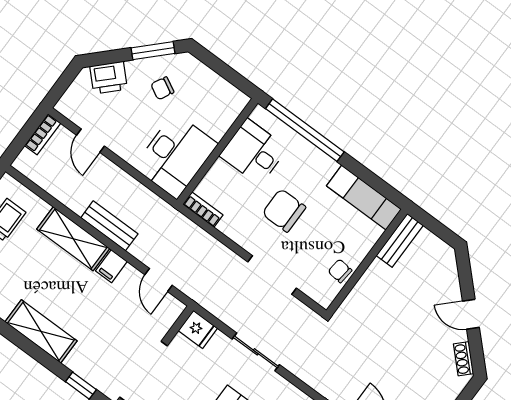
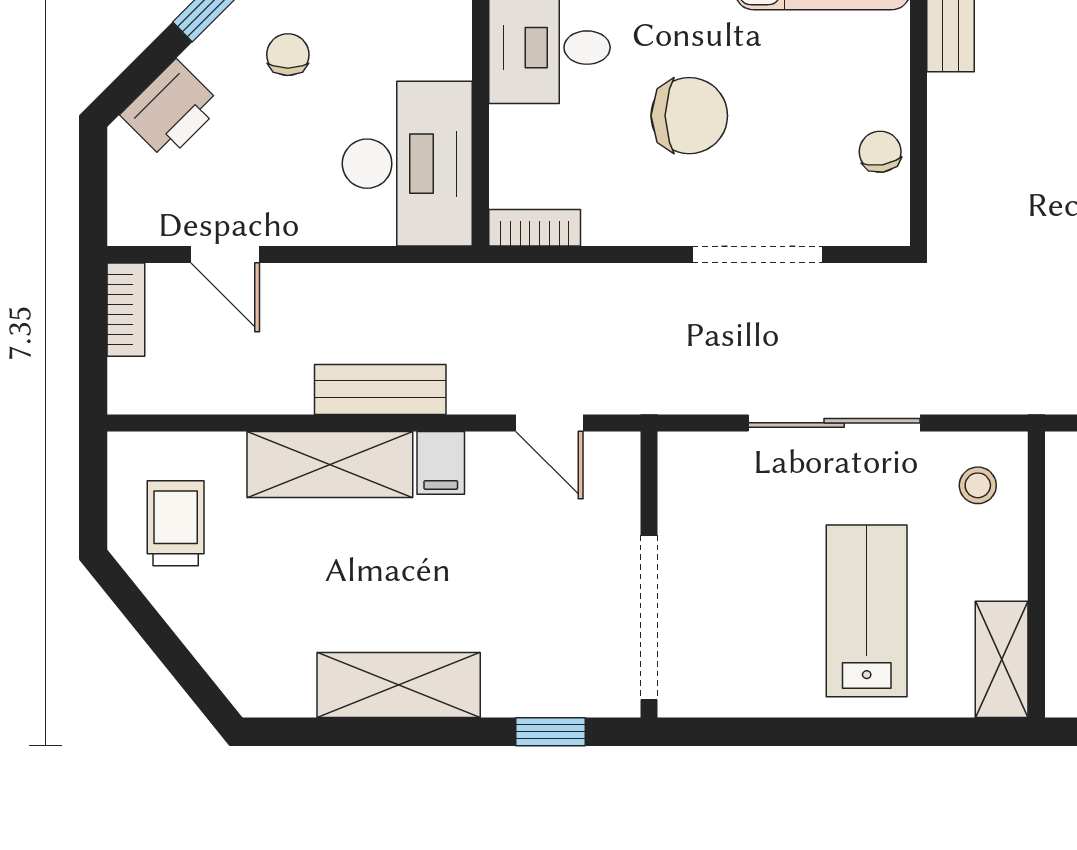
chair: (162, 88) -> (288, 55), turned 152
chair: (284, 210) -> (689, 116), turned 180
chair: (340, 271) -> (880, 152), turned 75
fridge: (198, 329) -> (693, 461), removed
sliding door: (256, 352) -> (834, 423), width x1.37

